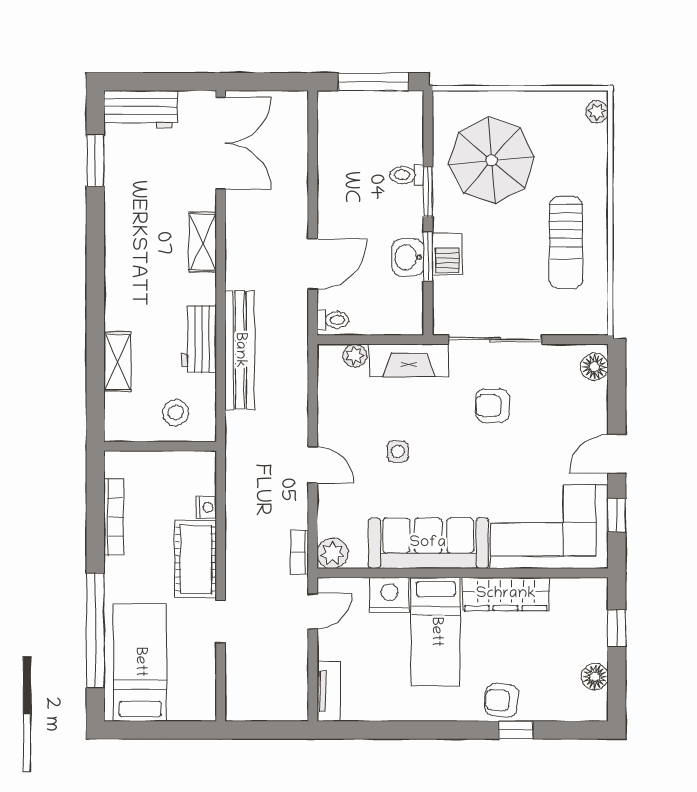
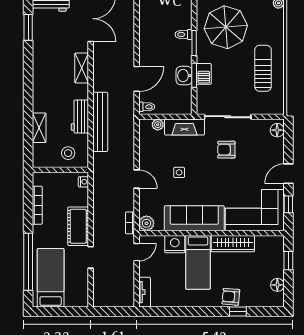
sun lounger: (566, 243) -> (263, 68), turned 180
nightstand: (206, 507) -> (83, 182), moved

